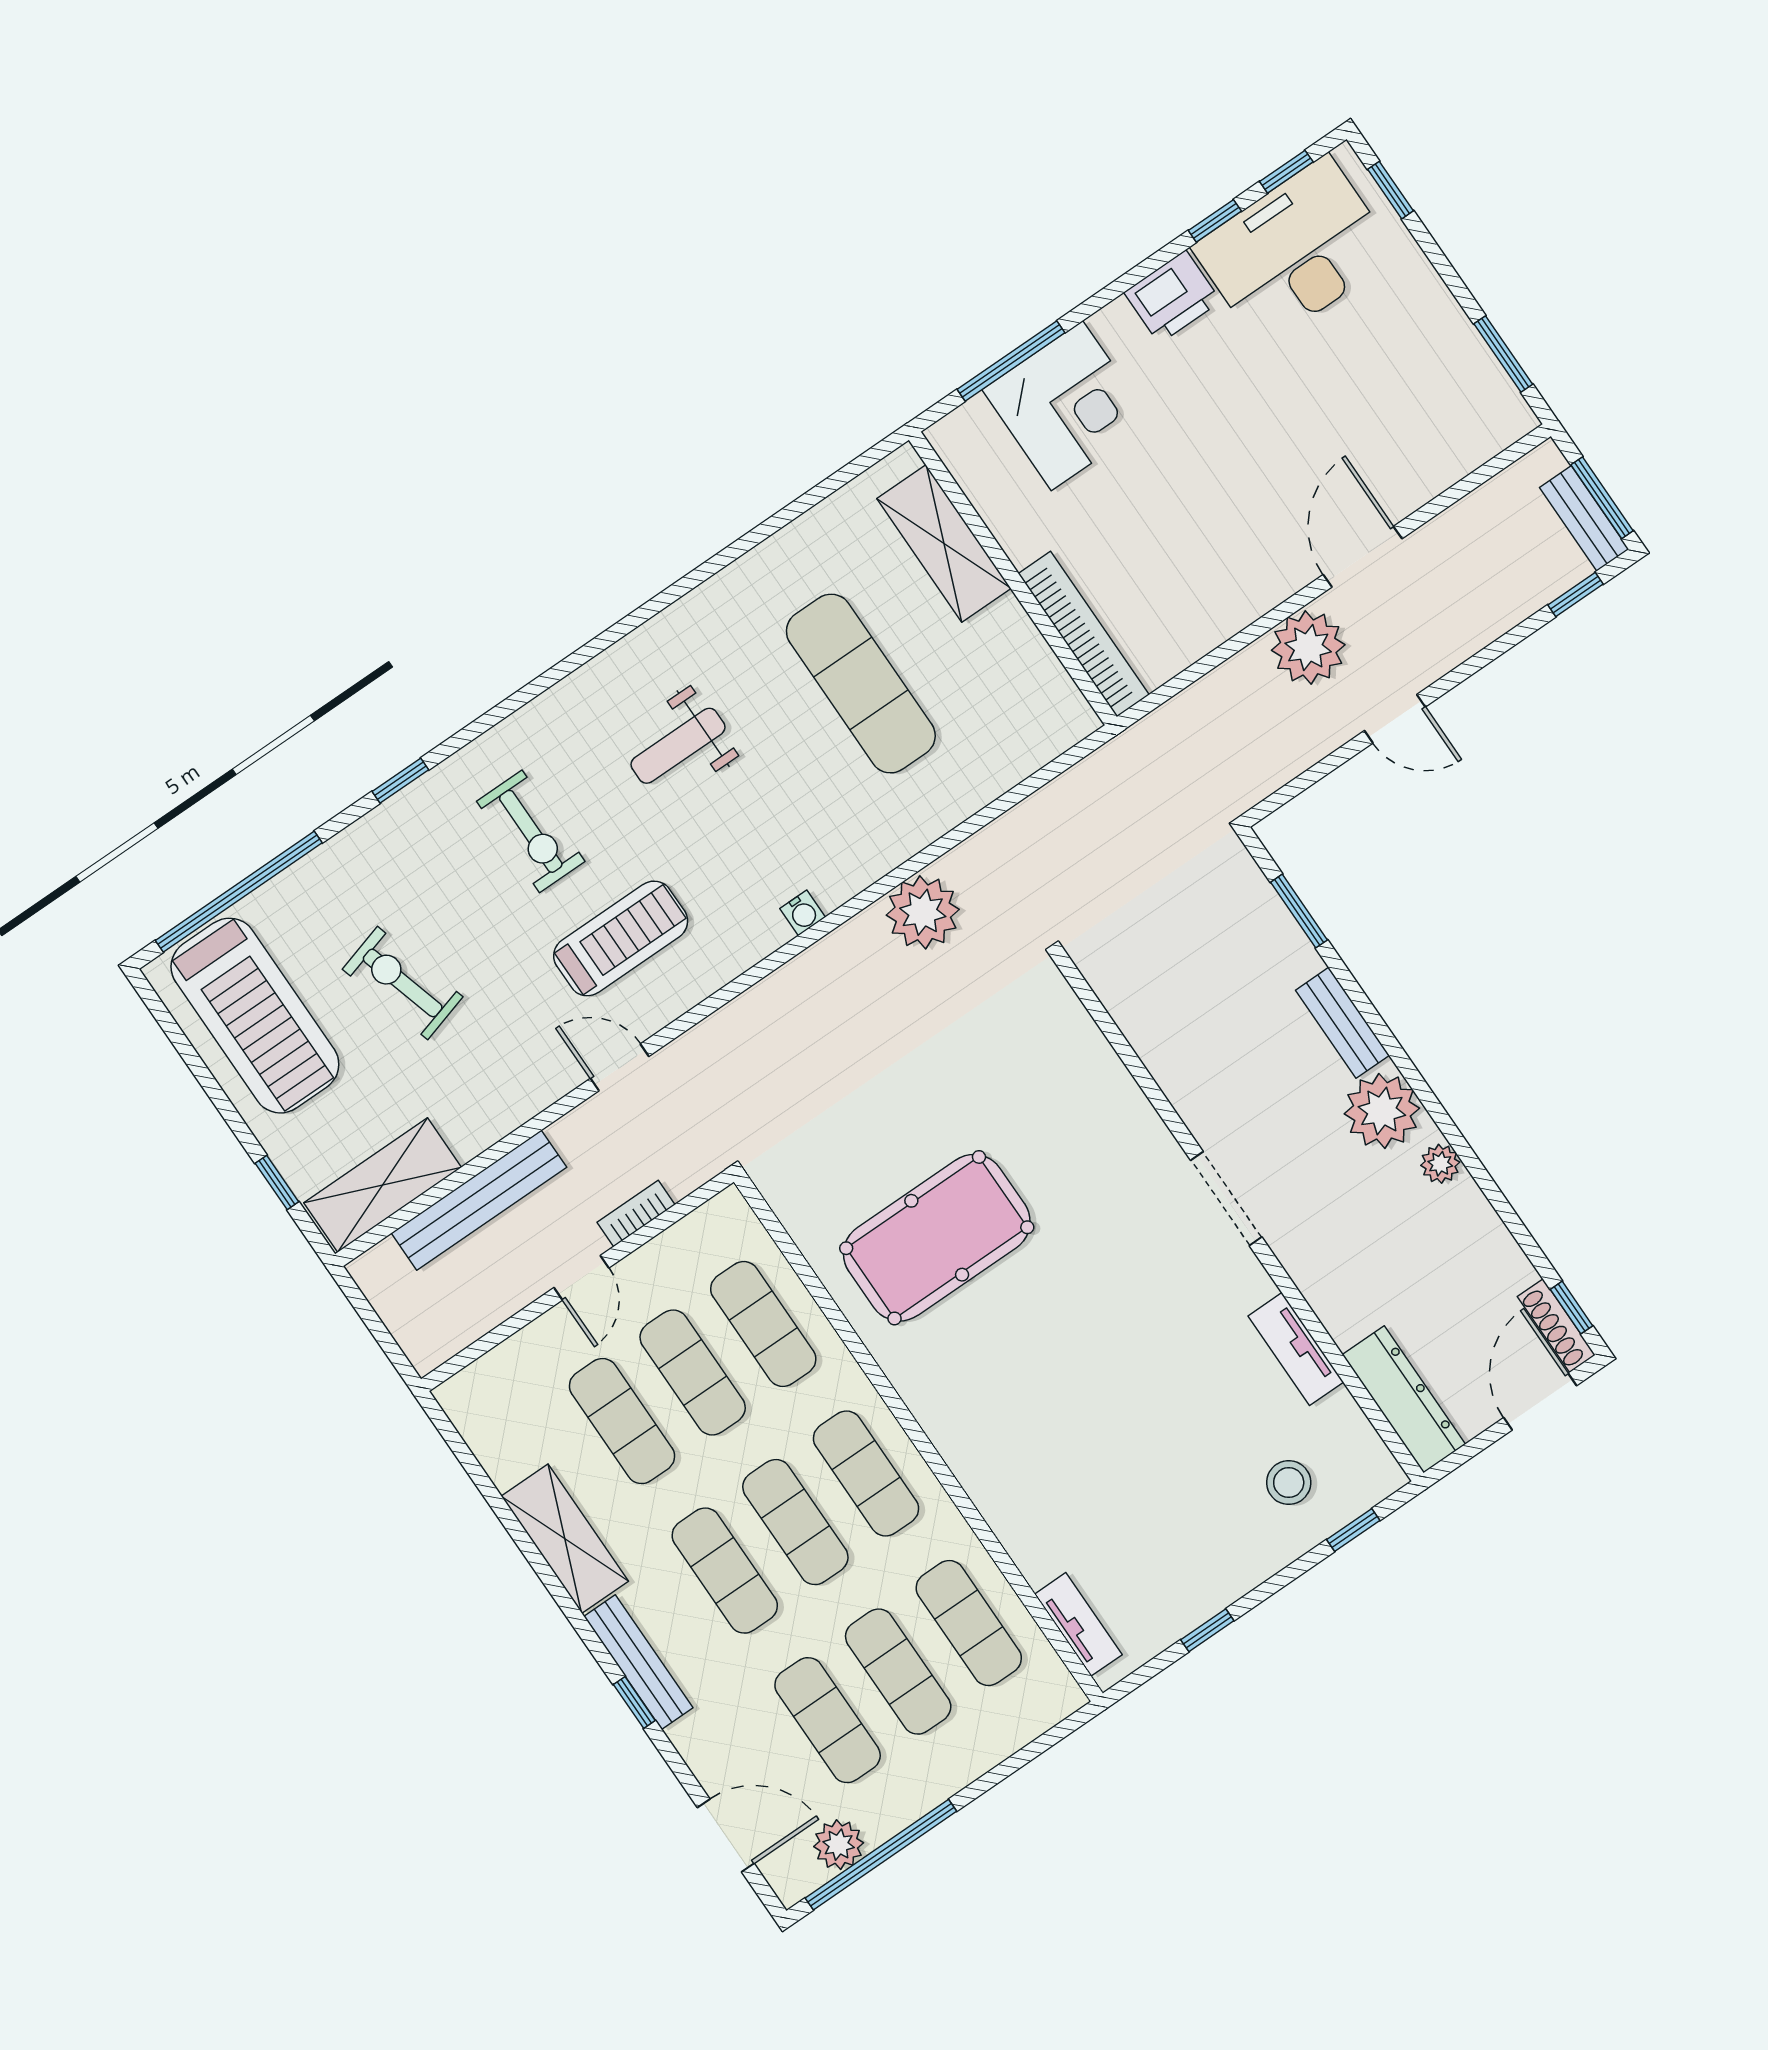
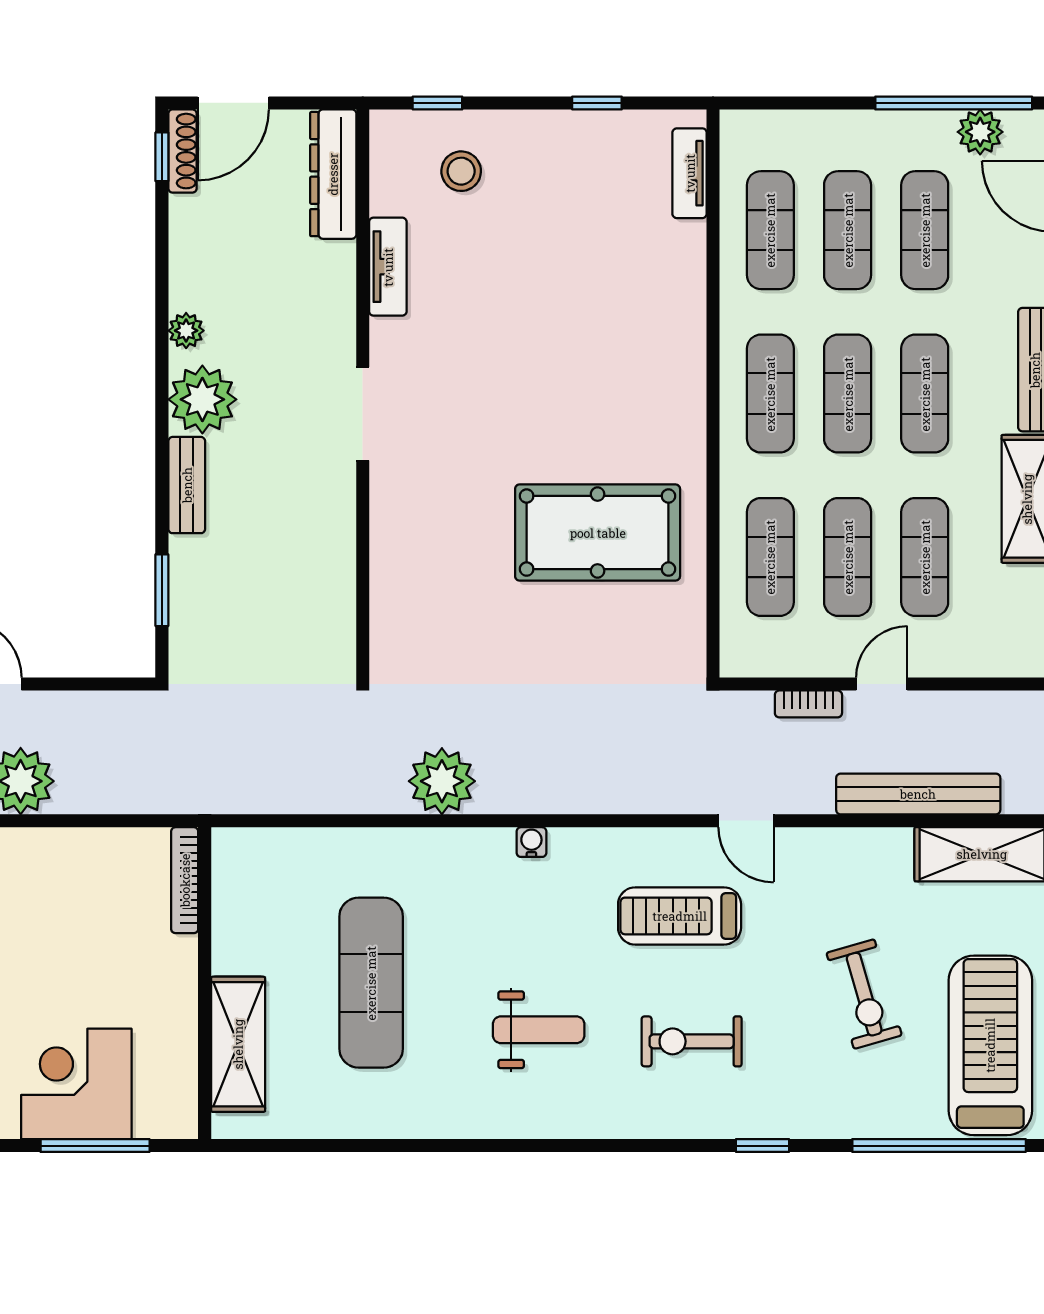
bookcase: (1084, 634) -> (185, 880), width x0.68, depth x0.76
exercise bike: (531, 831) -> (692, 1041), turned -90

